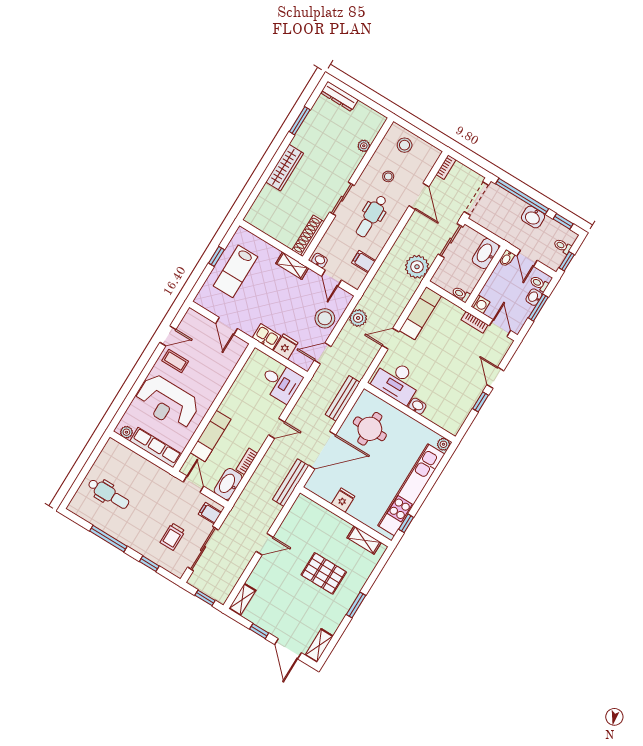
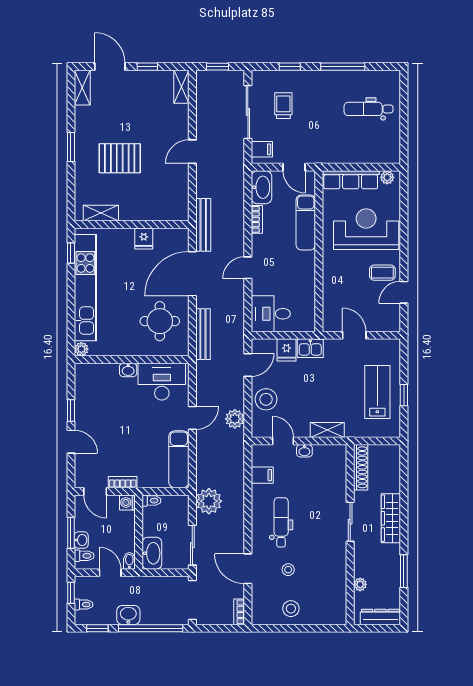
plant: (364, 146) -> (360, 584), moved
wall: (348, 189) -> (350, 535), moved
sliding door: (342, 199) -> (350, 522), moved
shoe rack: (308, 236) -> (361, 467), moved

